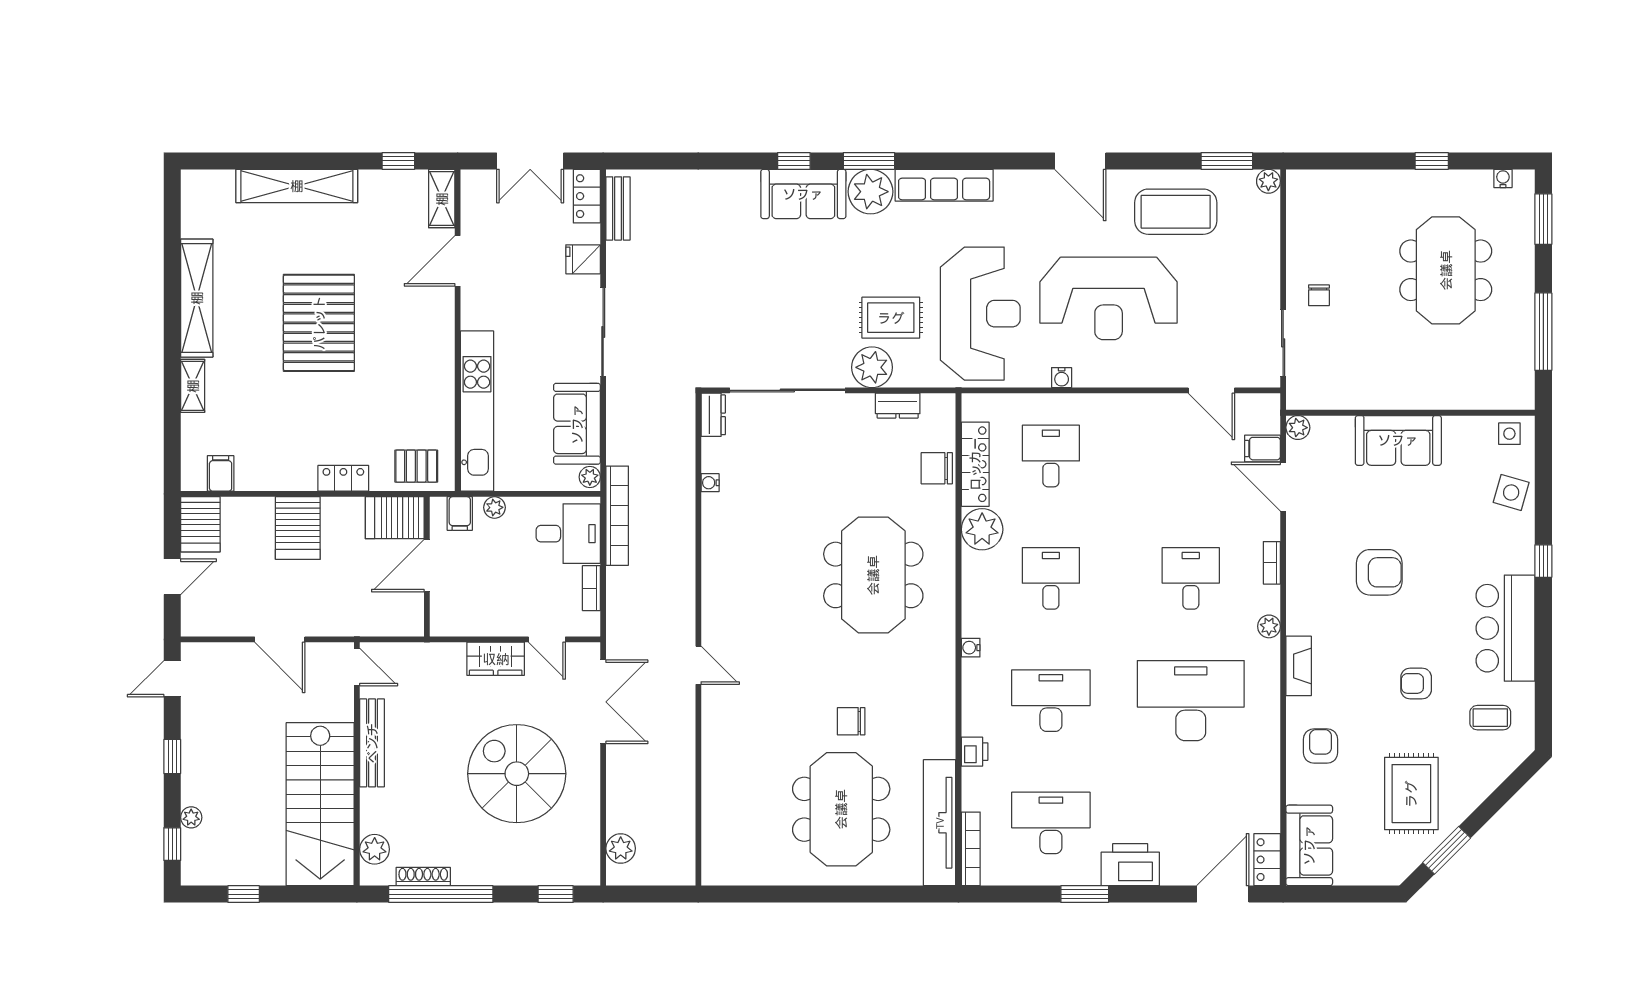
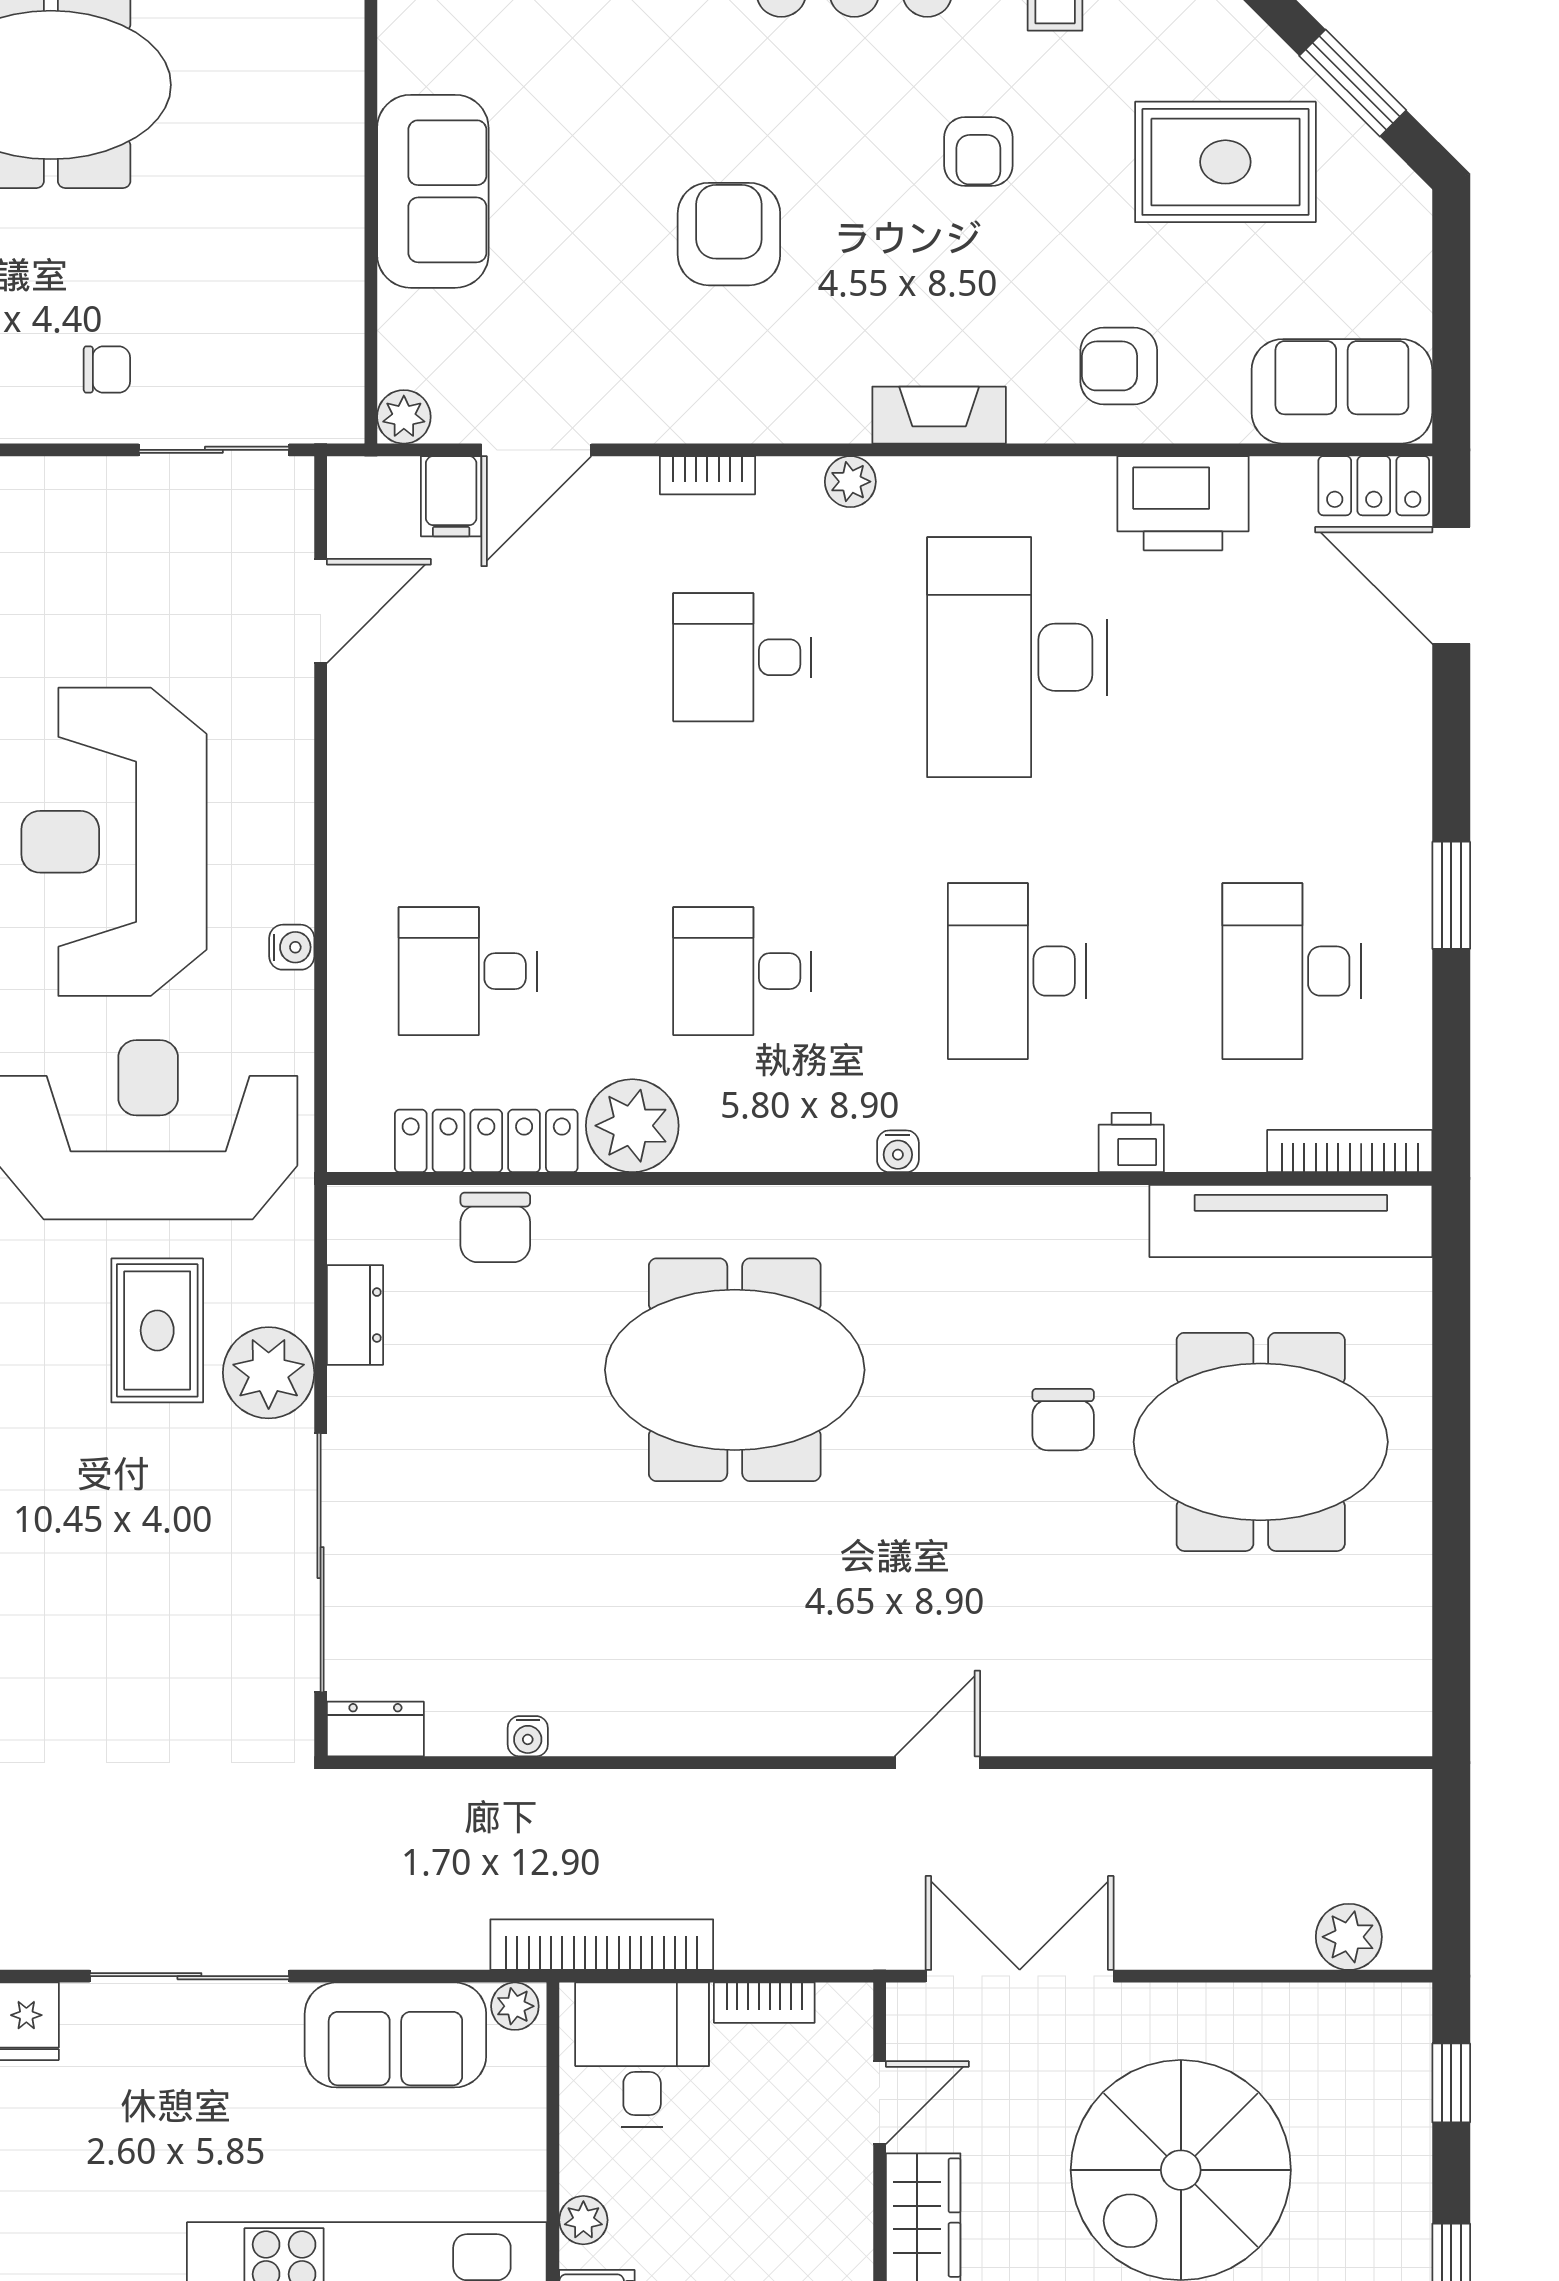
reception desk: (1109, 298) -> (114, 842), turned 180
printer: (1130, 865) -> (1183, 503), moved, turned -90

